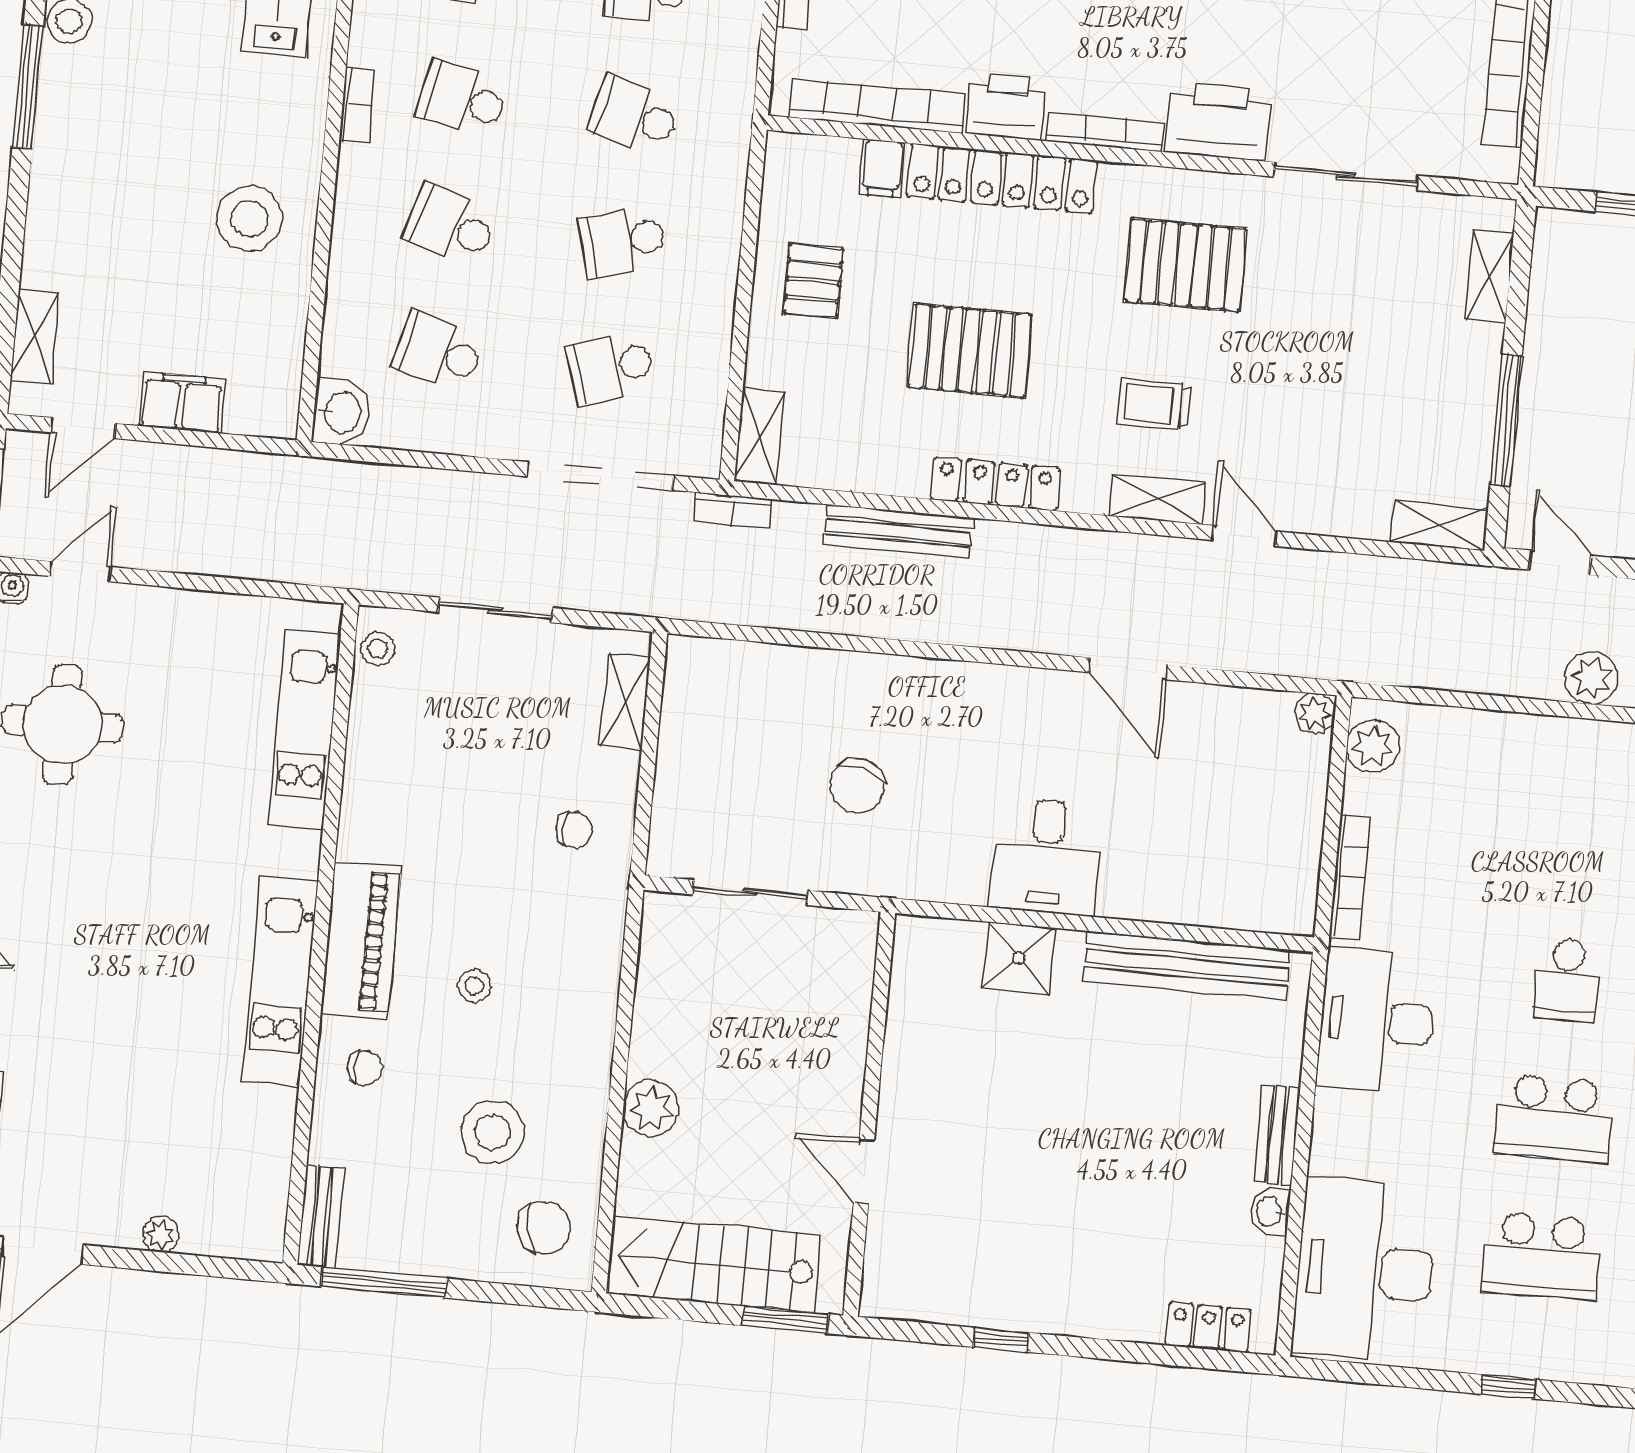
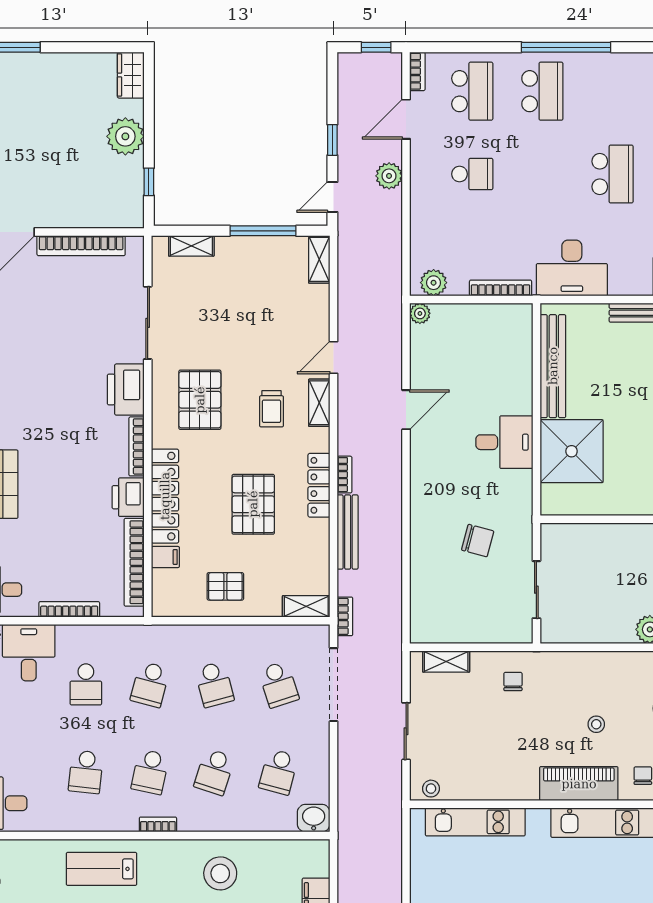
bookcase: (1012, 536) -> (345, 475), added
shower: (1019, 958) -> (572, 451), width x1.86, depth x1.86
school desk: (1567, 980) -> (472, 174), moved

